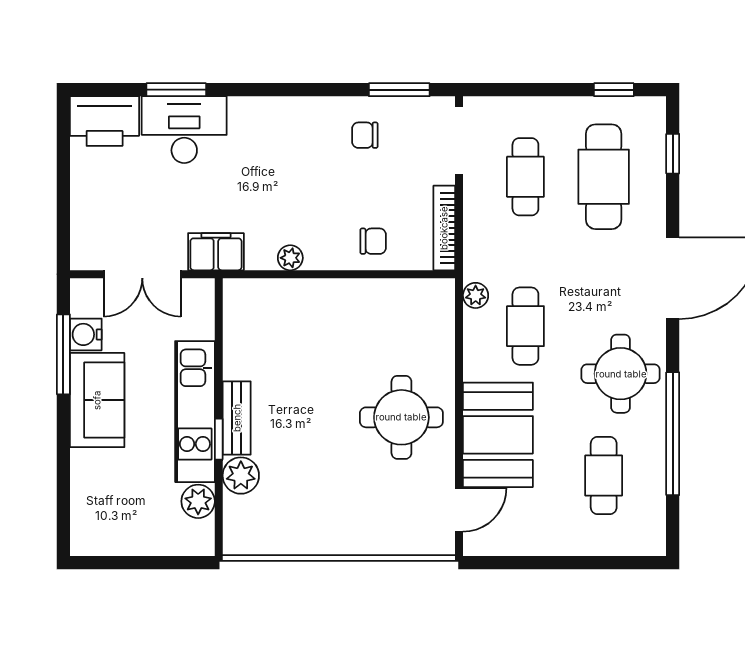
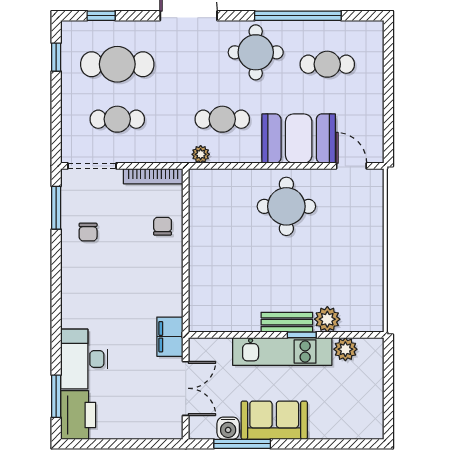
window: (176, 90) -> (56, 396), moved
plant: (290, 258) -> (174, 284), removed

